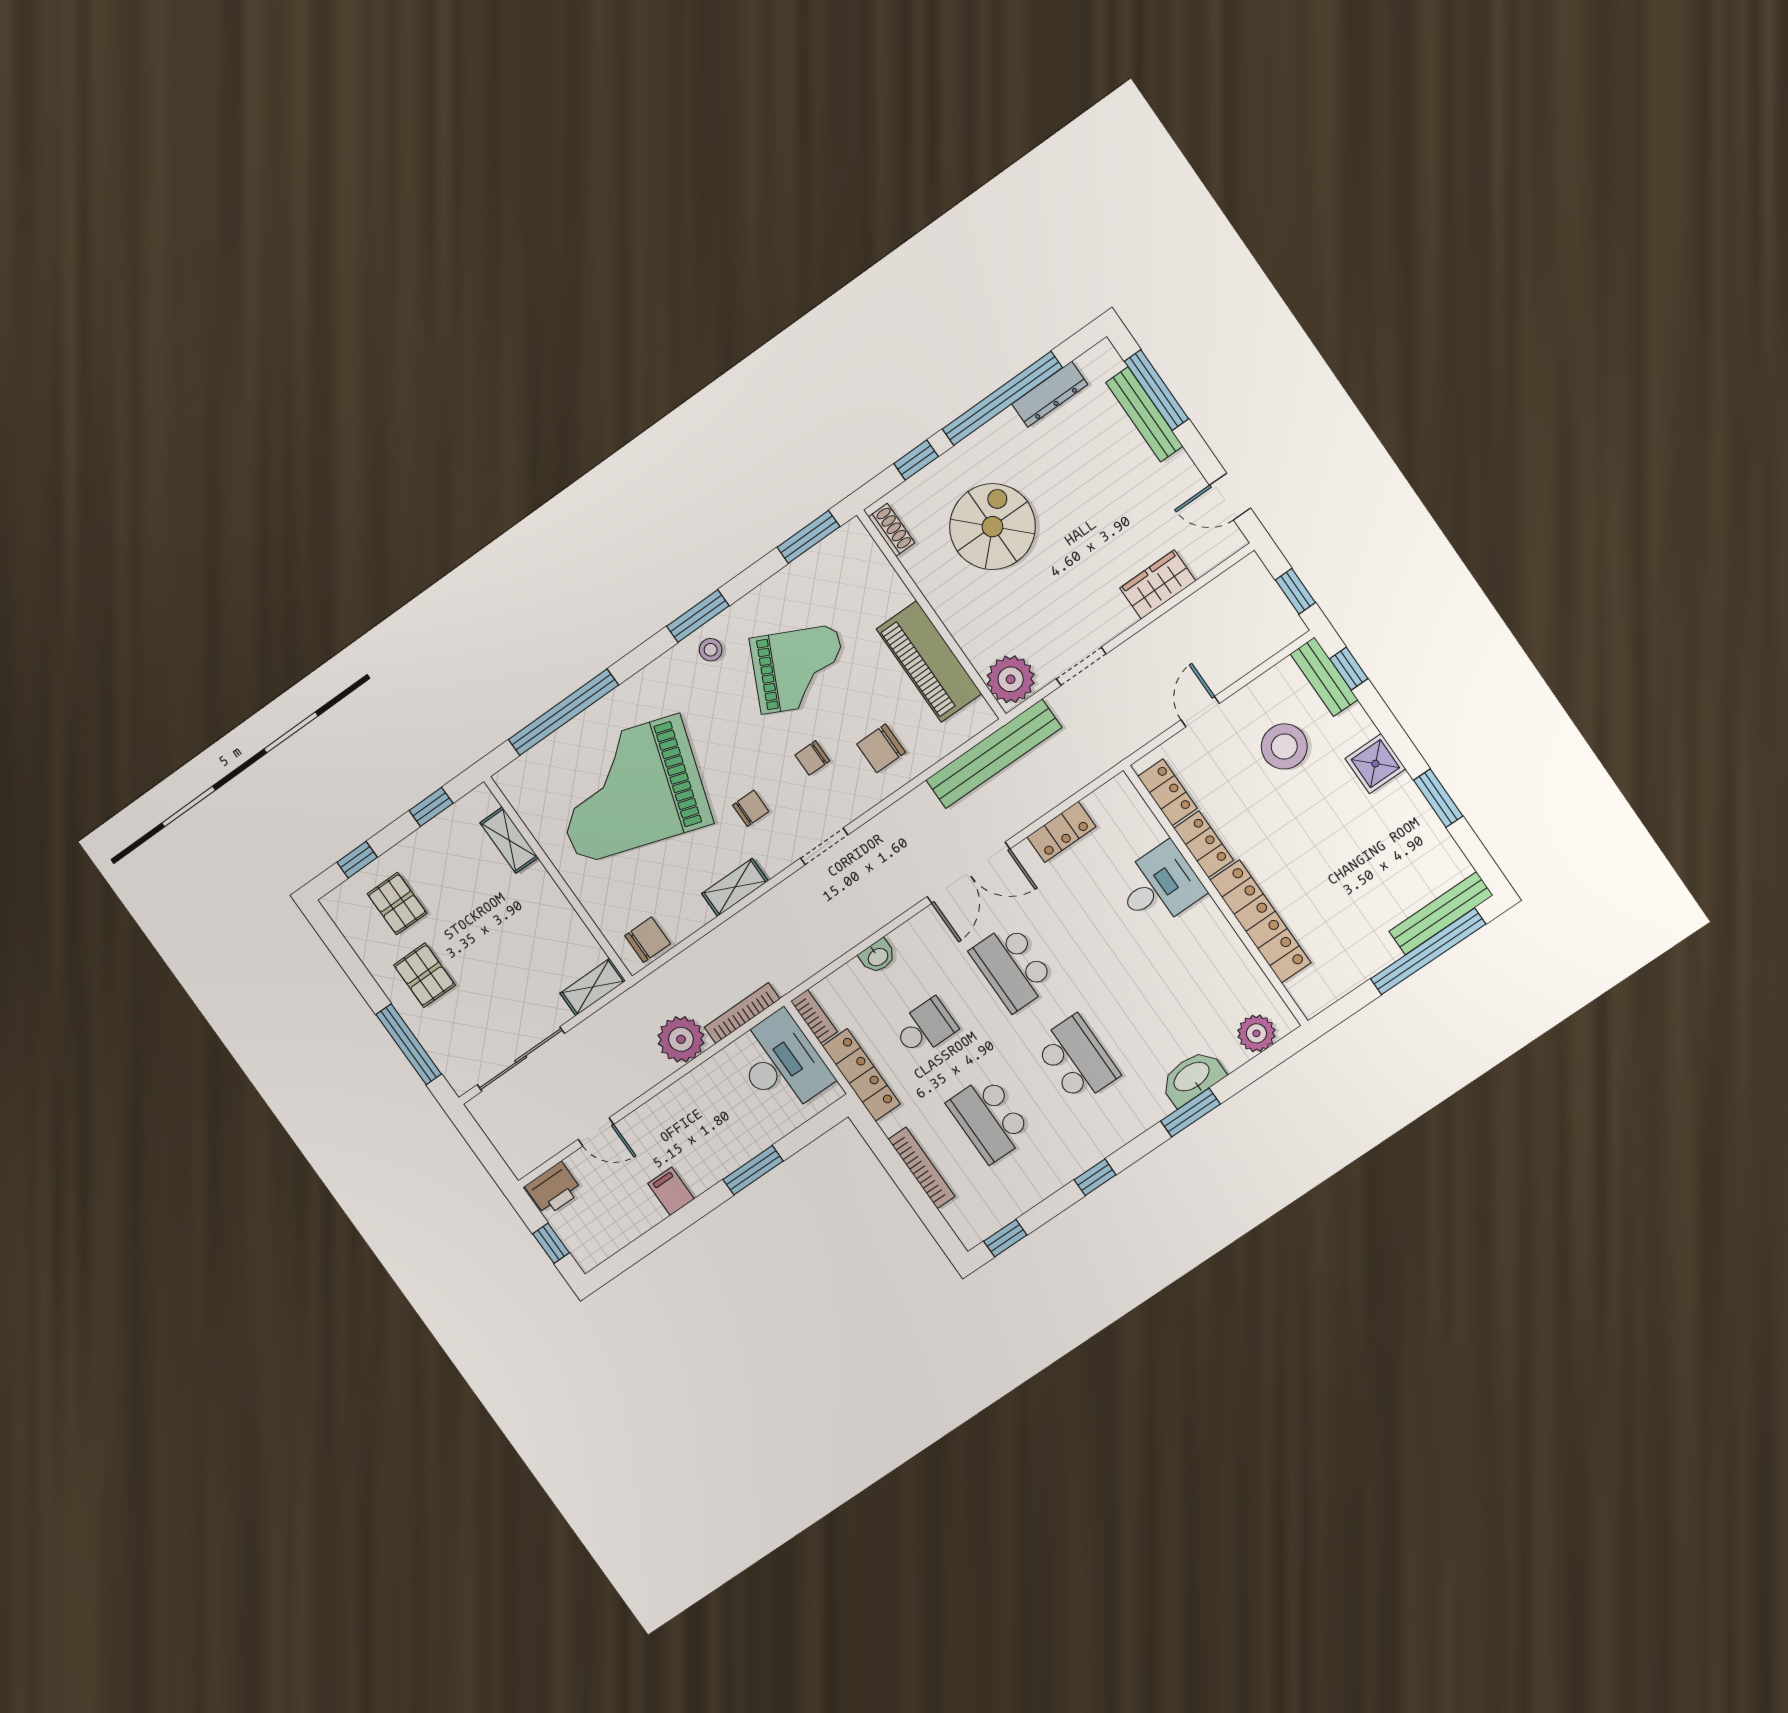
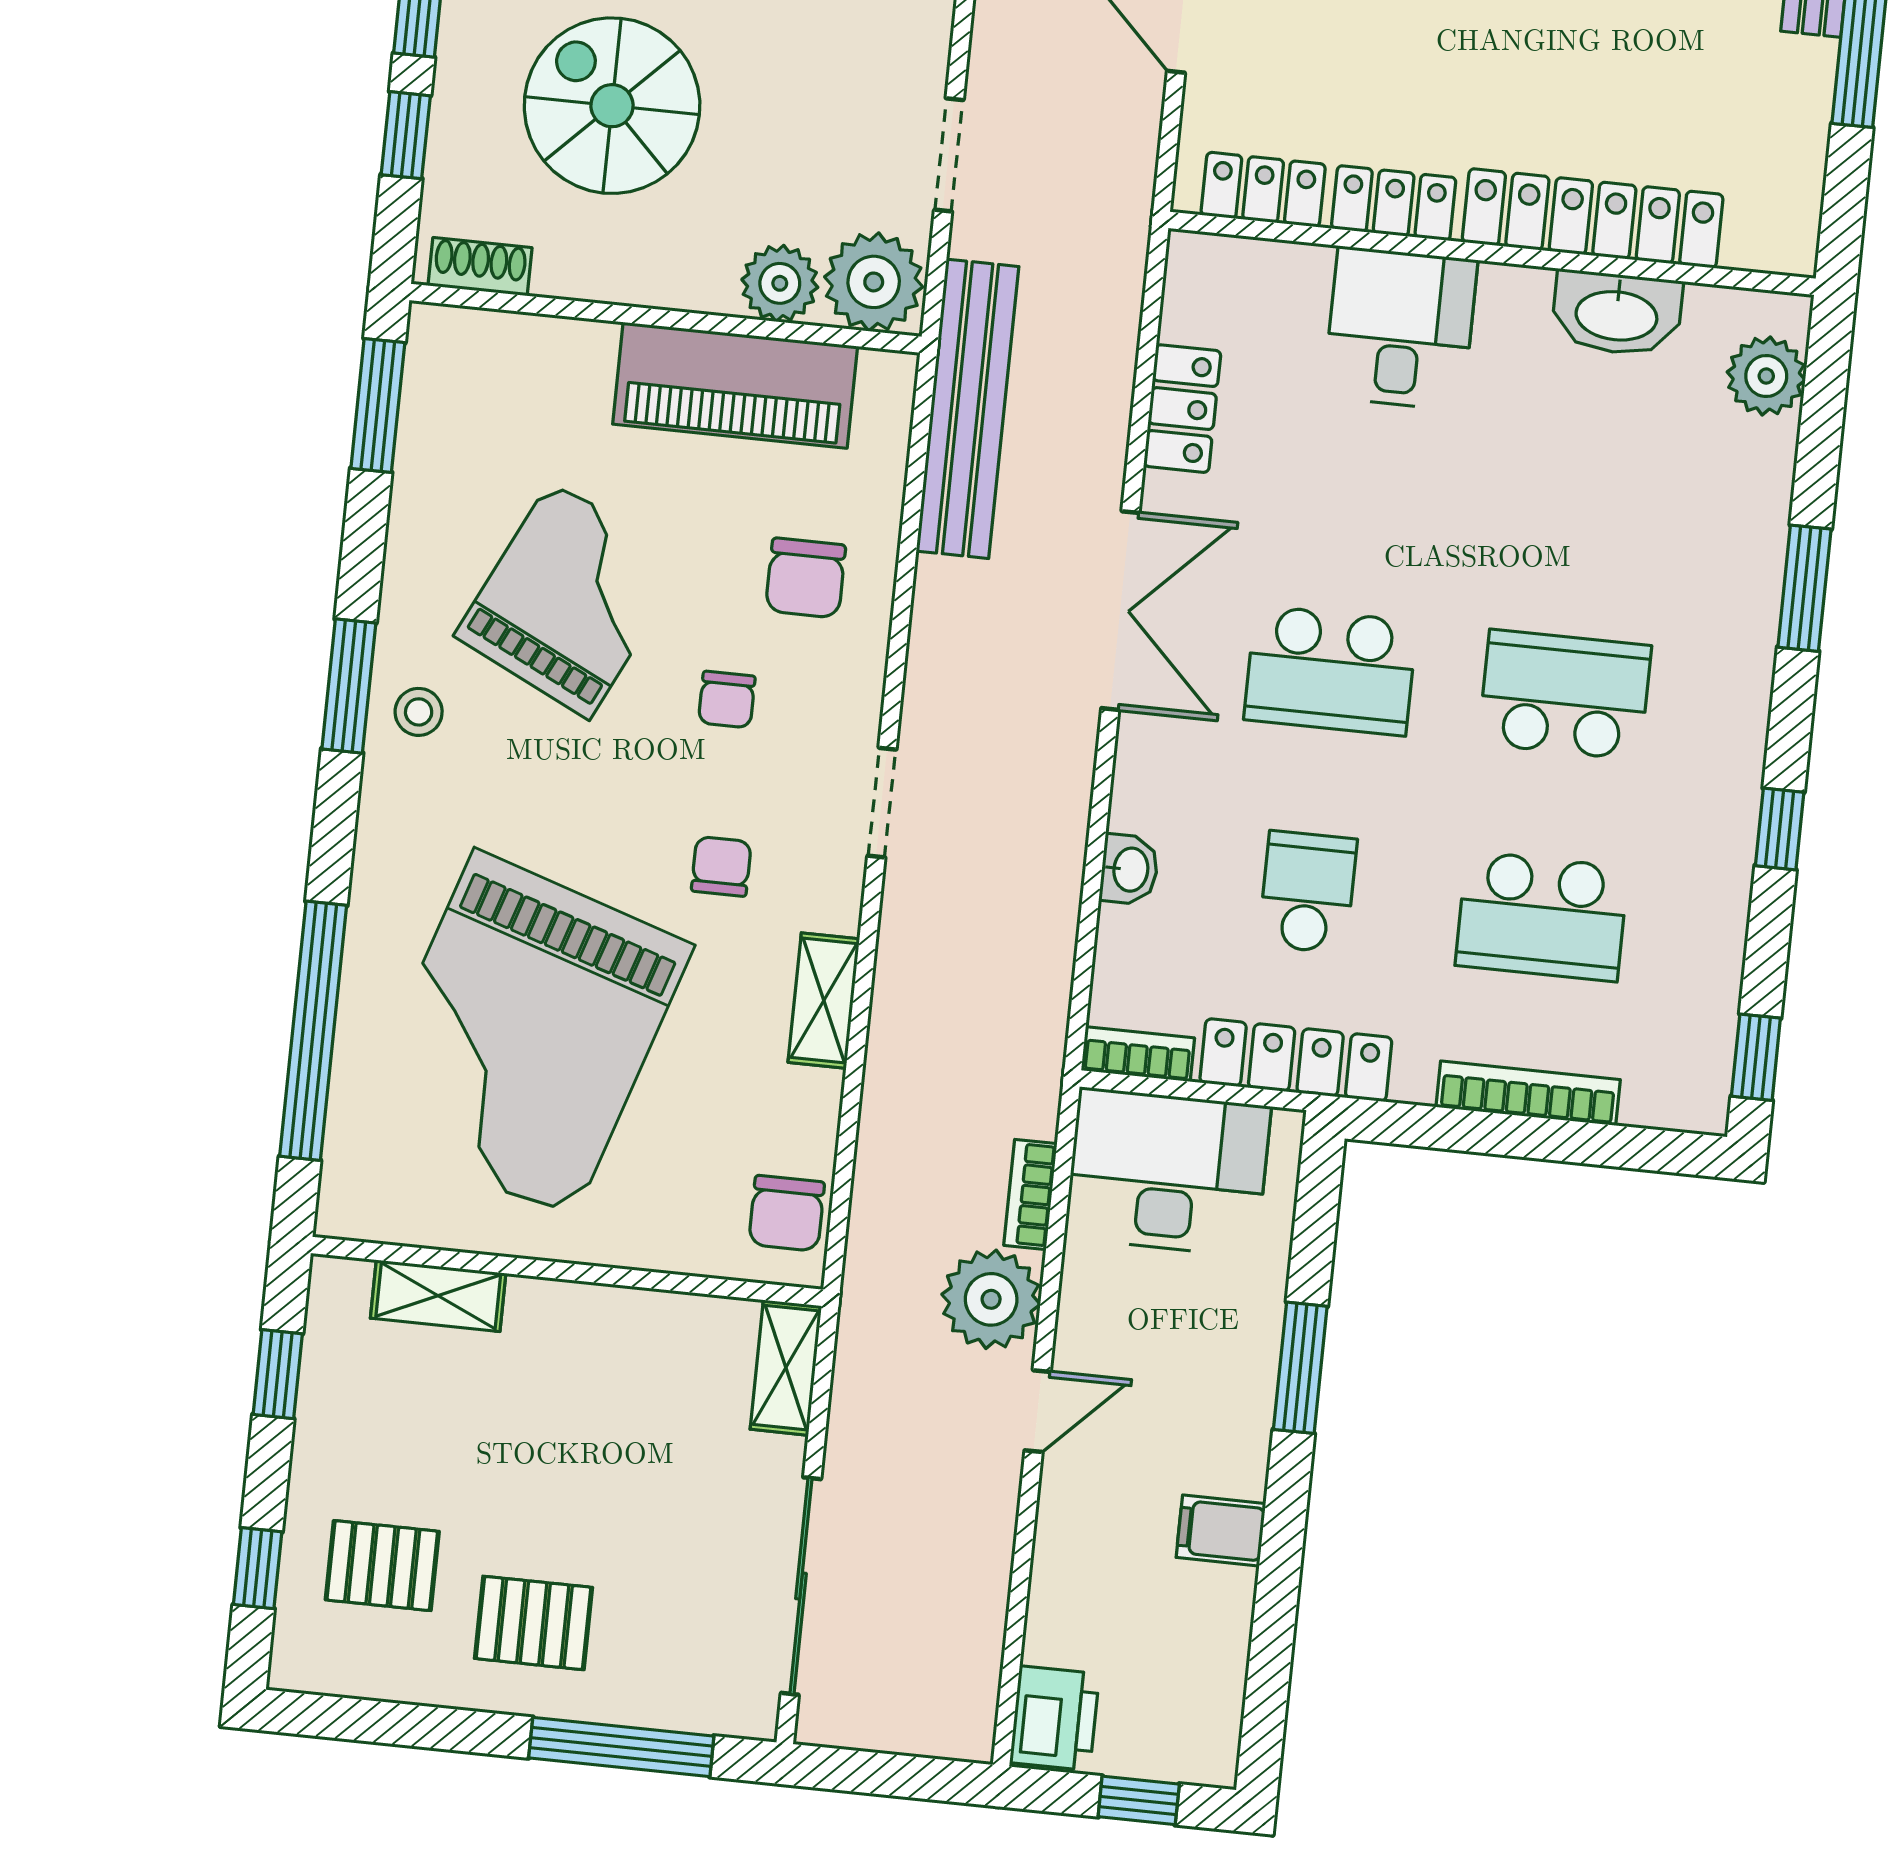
plant: (980, 645) -> (780, 283), added
chair: (648, 940) -> (787, 1213), turned 180
bookcase: (742, 1013) -> (1030, 1194), width x0.64
washbasin: (1192, 1077) -> (1617, 313), moved, turned -90
door: (596, 1132) -> (1038, 1411), moved

